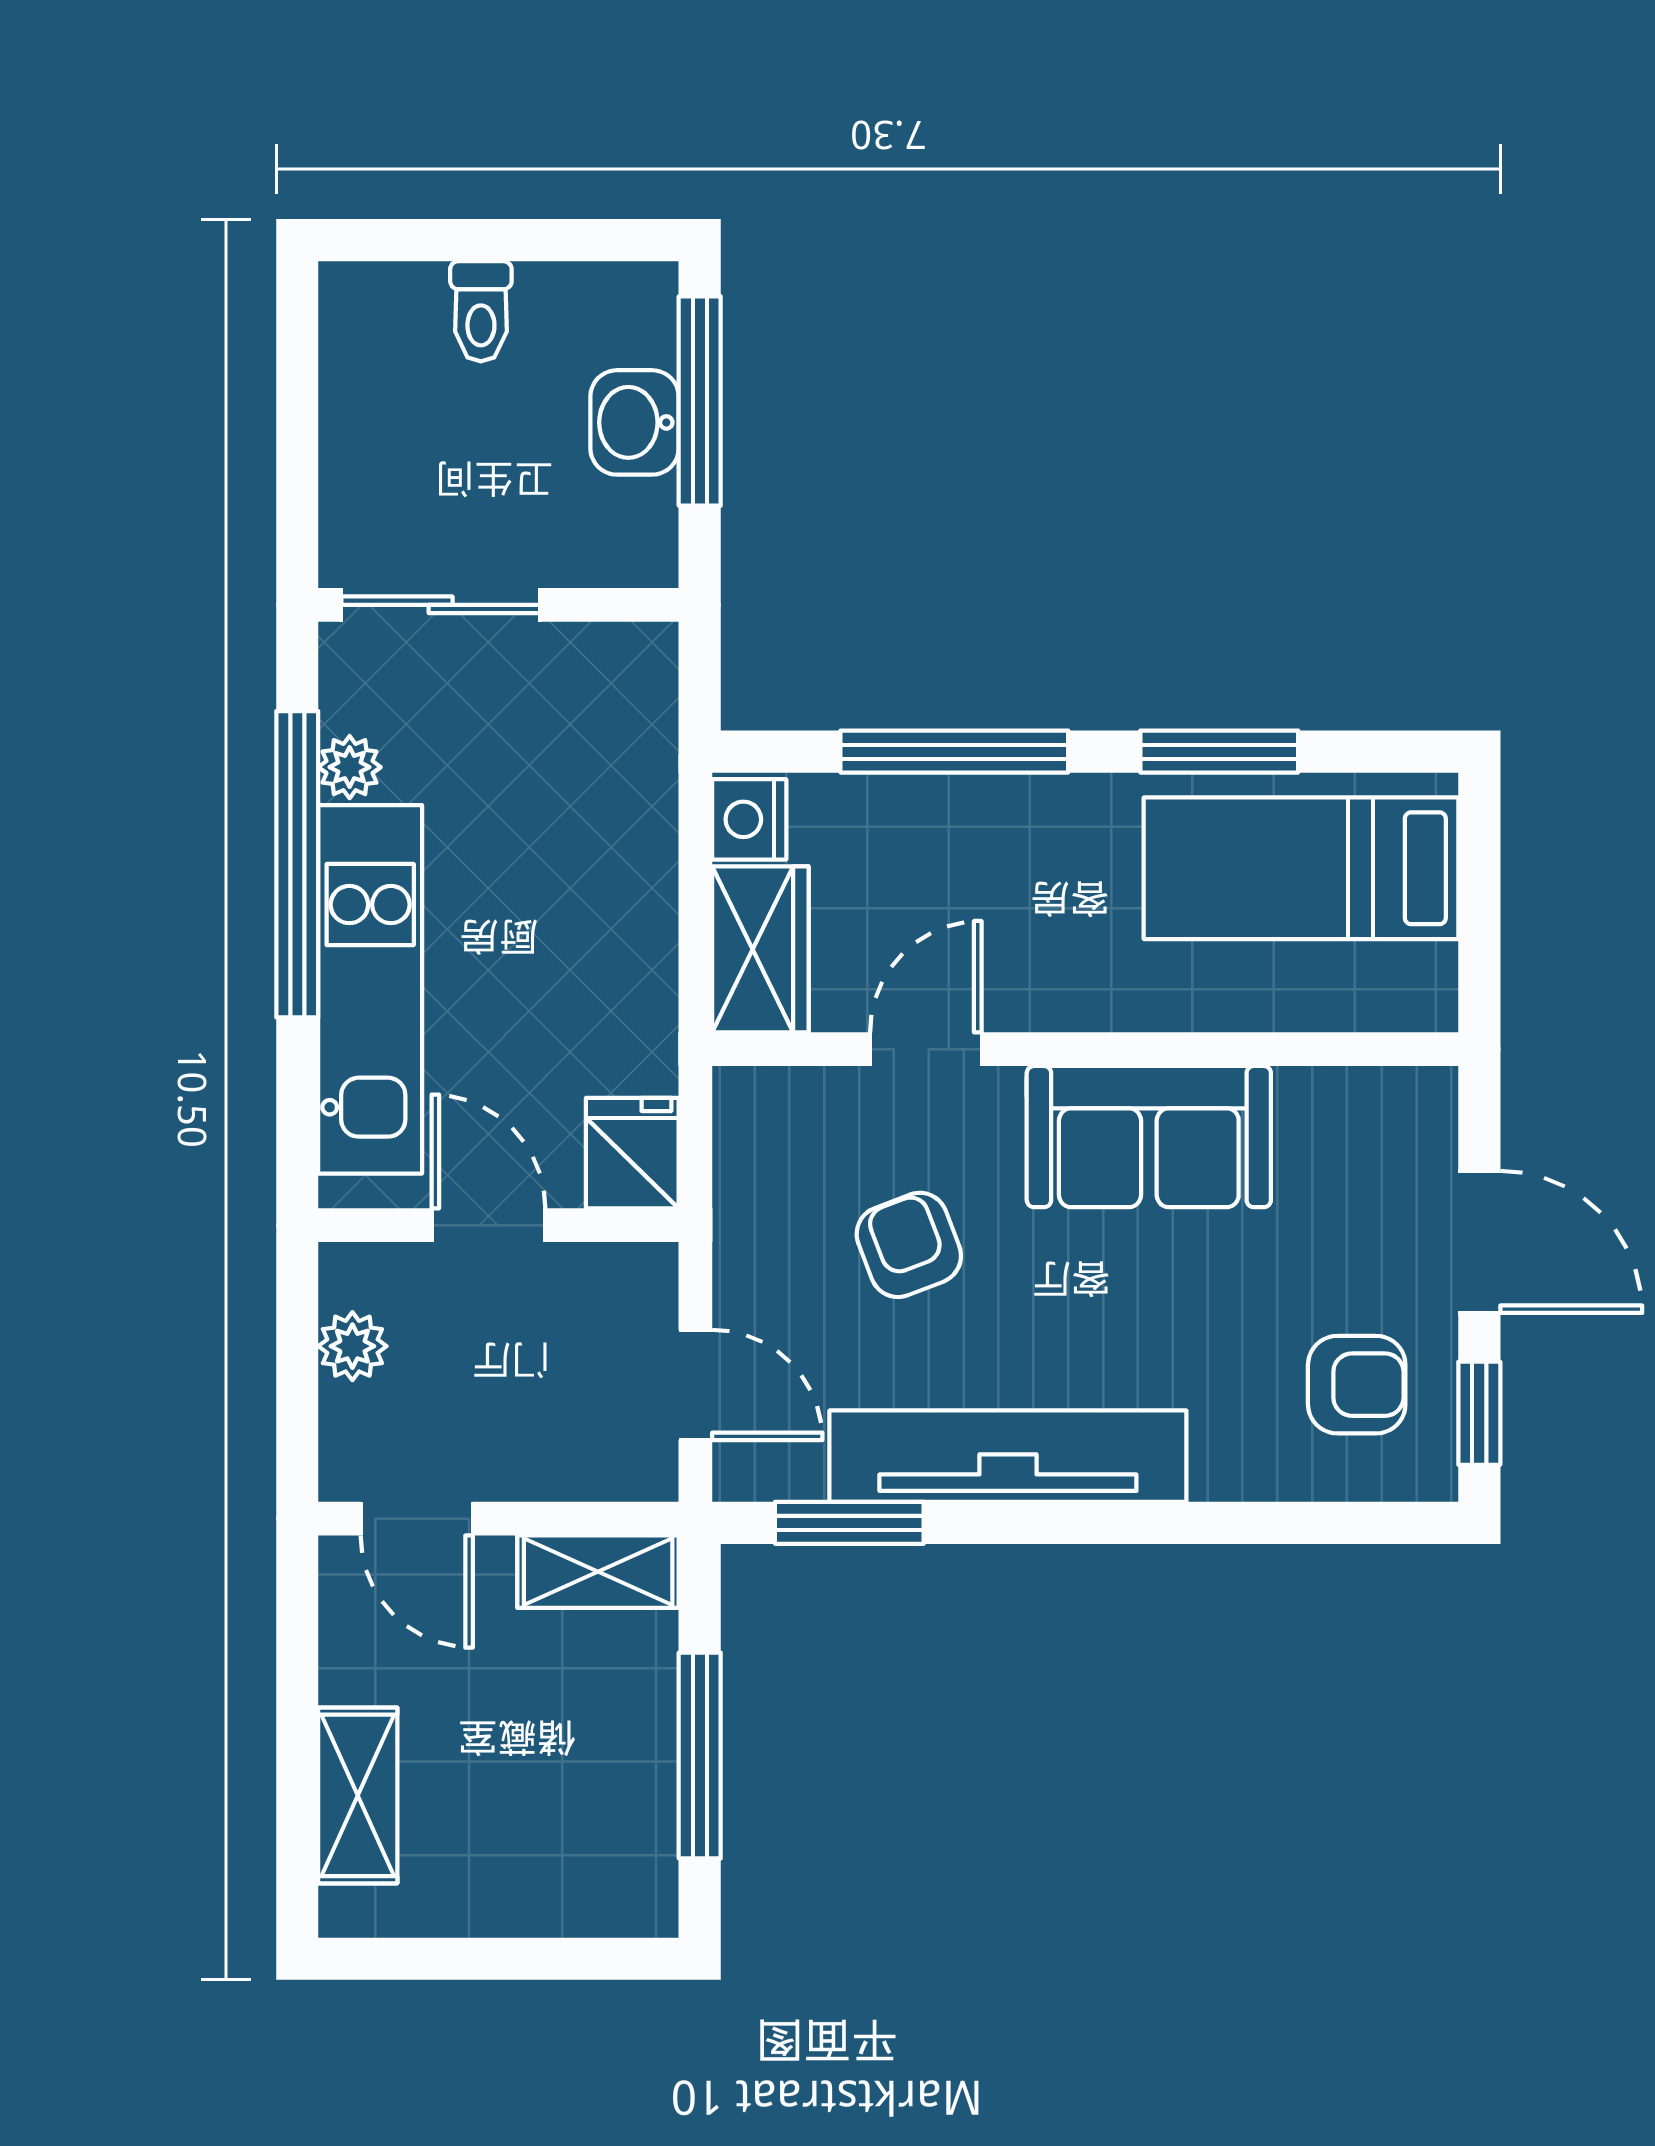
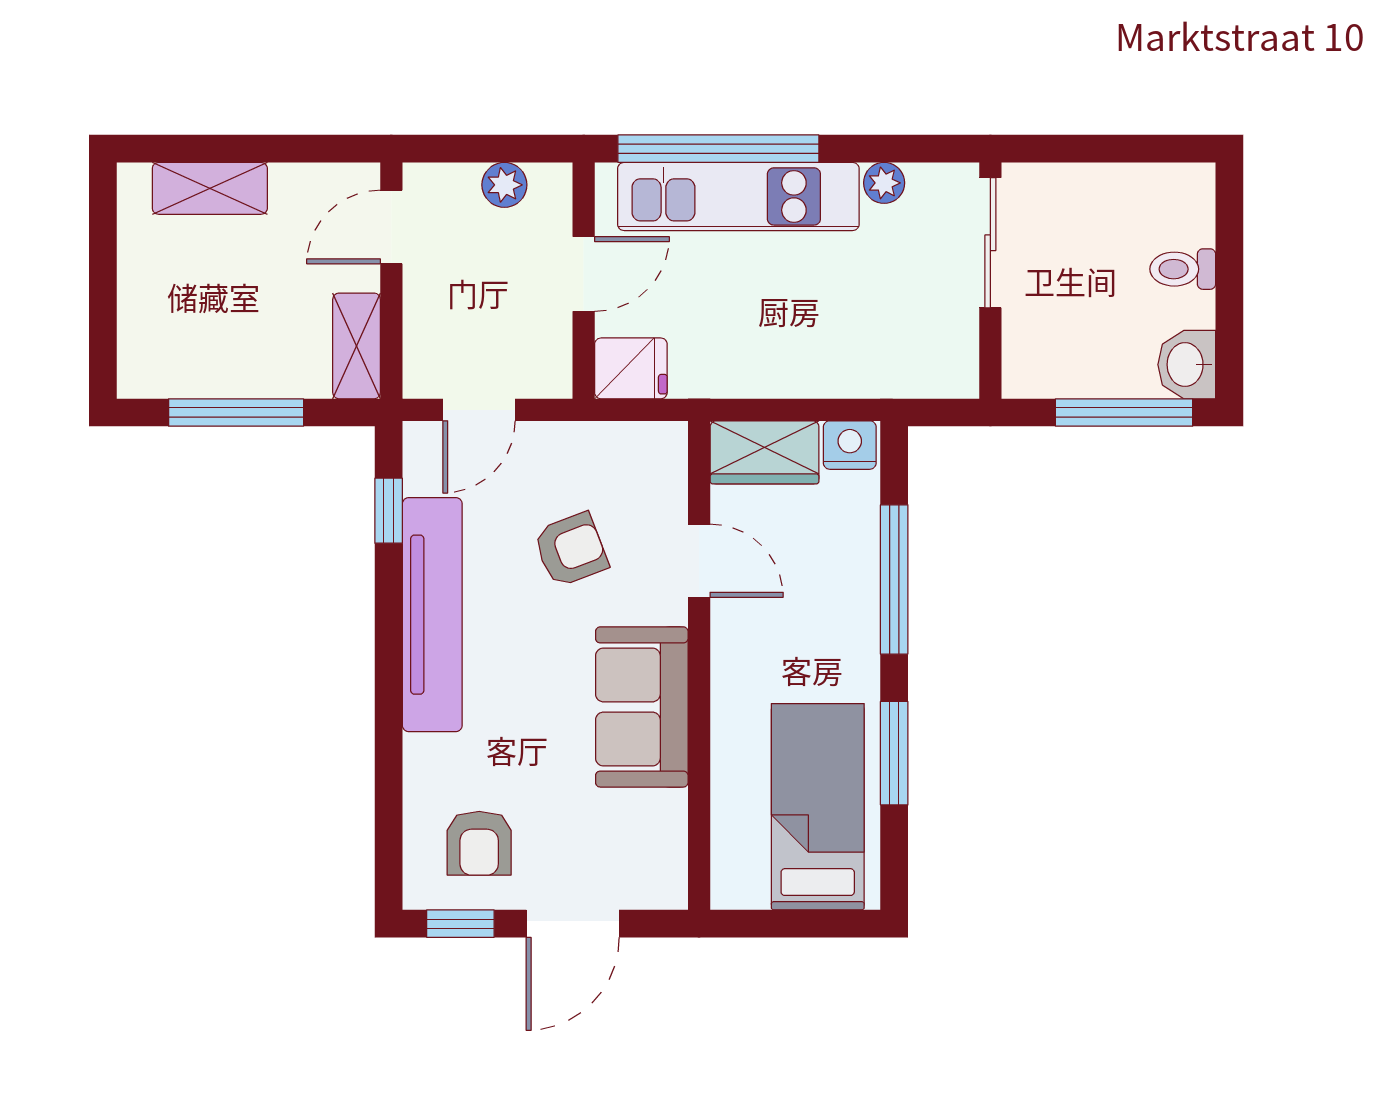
washbasin: (635, 422) -> (1187, 365), moved, turned -90
window: (297, 864) -> (718, 149), moved
window: (849, 1523) -> (389, 511), width x0.67

